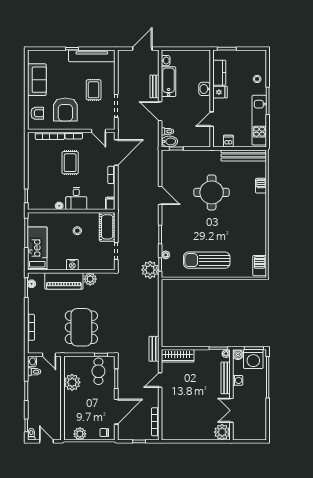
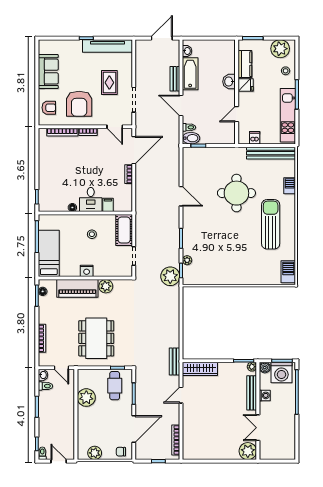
plant: (252, 58) -> (280, 49), added
rug: (70, 163) -> (84, 161), removed
filing cabinet: (110, 203) -> (108, 205), moved
sun lounger: (207, 260) -> (271, 224), moved, turned 90

